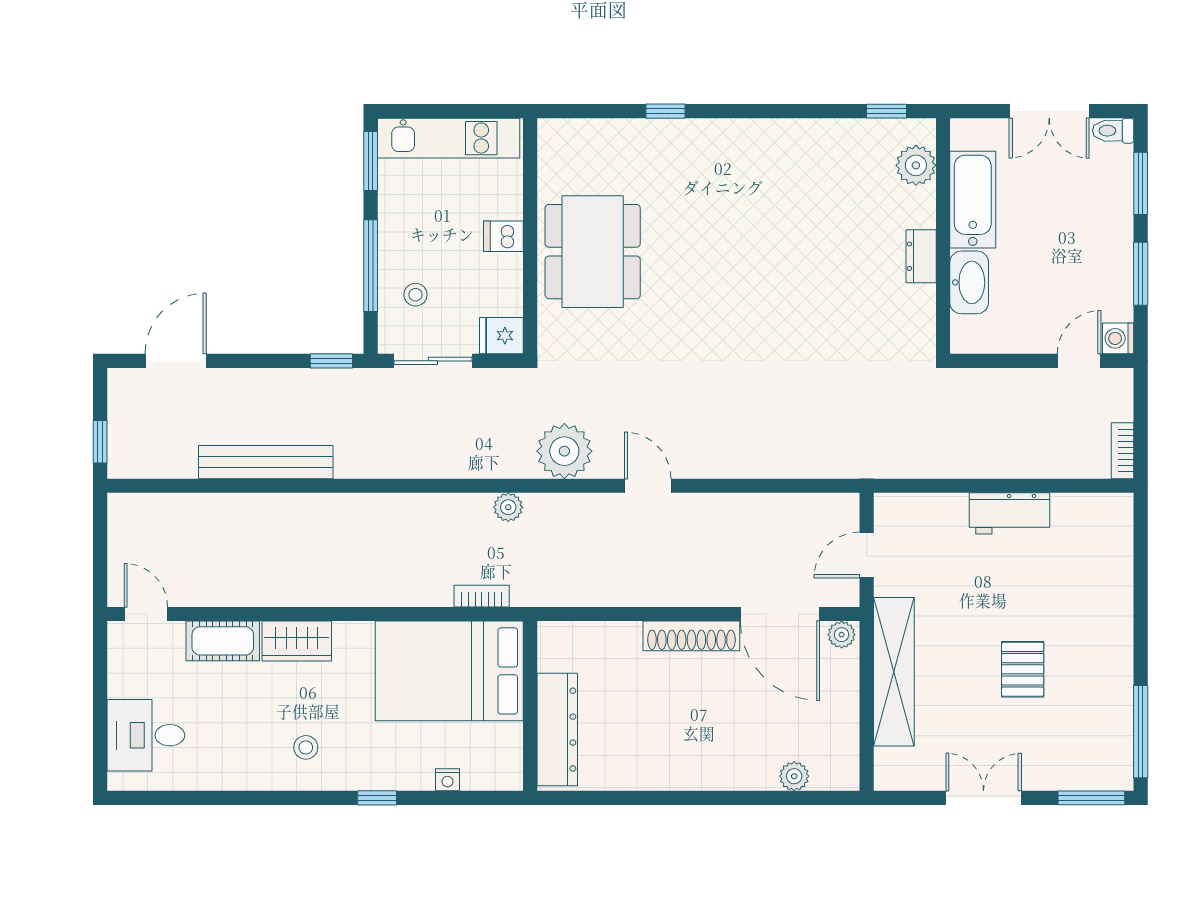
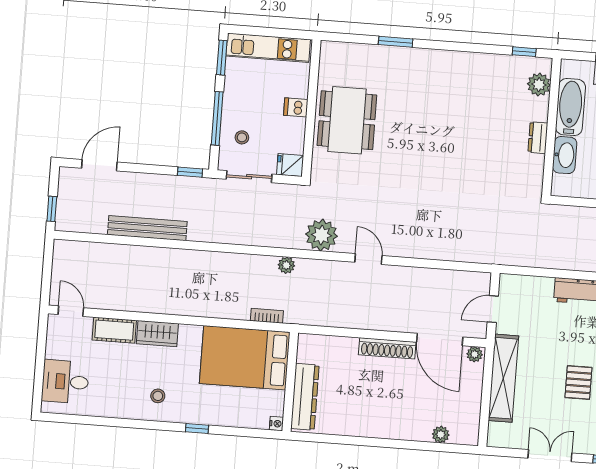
window: (665, 111) -> (396, 42), width x1.50
nightstand: (448, 780) -> (276, 424), moved, turned -90

